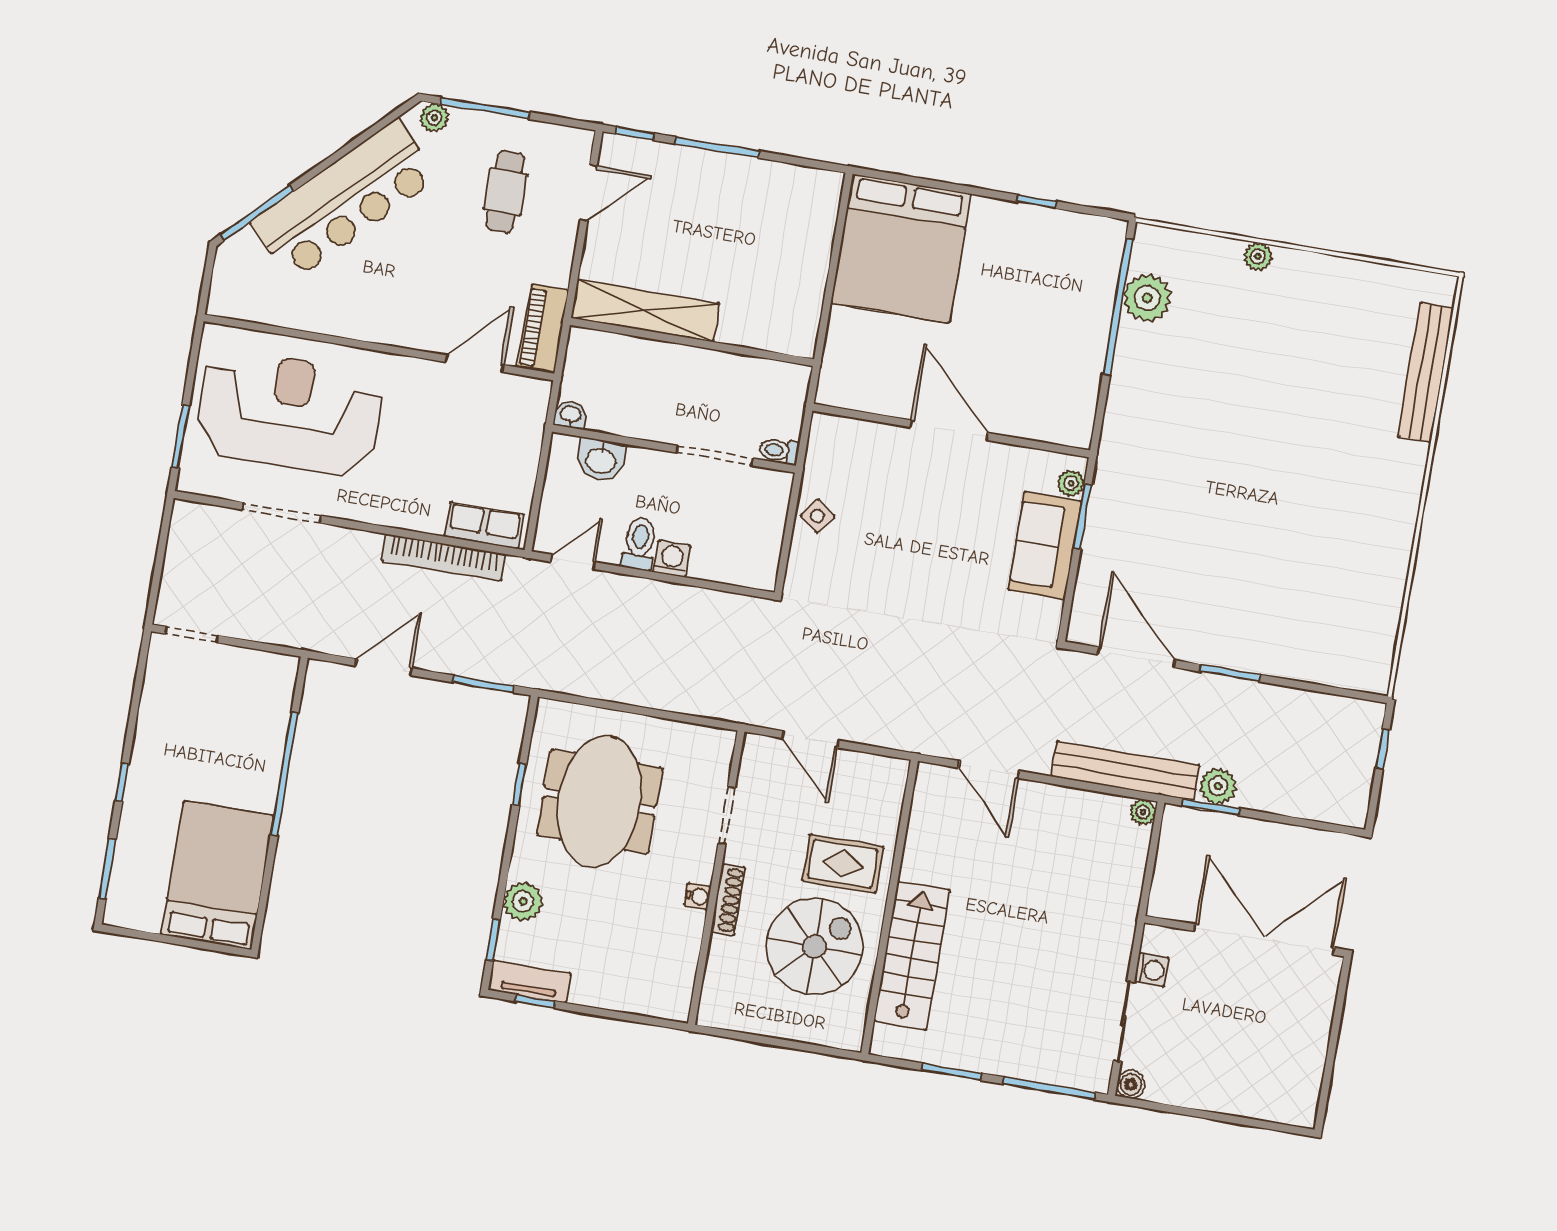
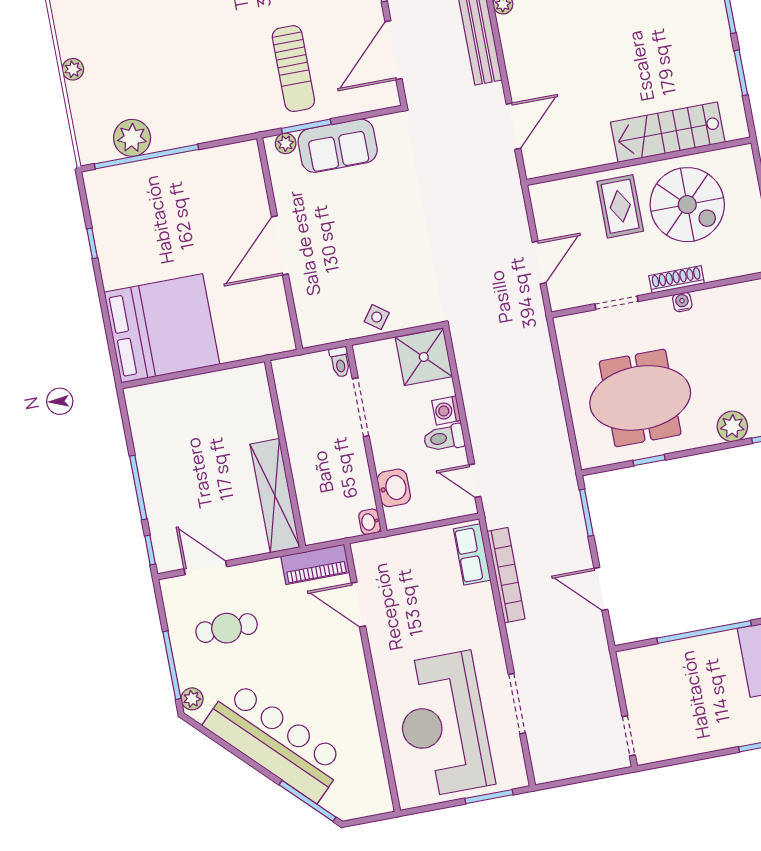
sun lounger: (1159, 527) -> (293, 69), added
shower: (747, 556) -> (424, 357), added
spiral stairs: (815, 947) -> (687, 205), turned 180

